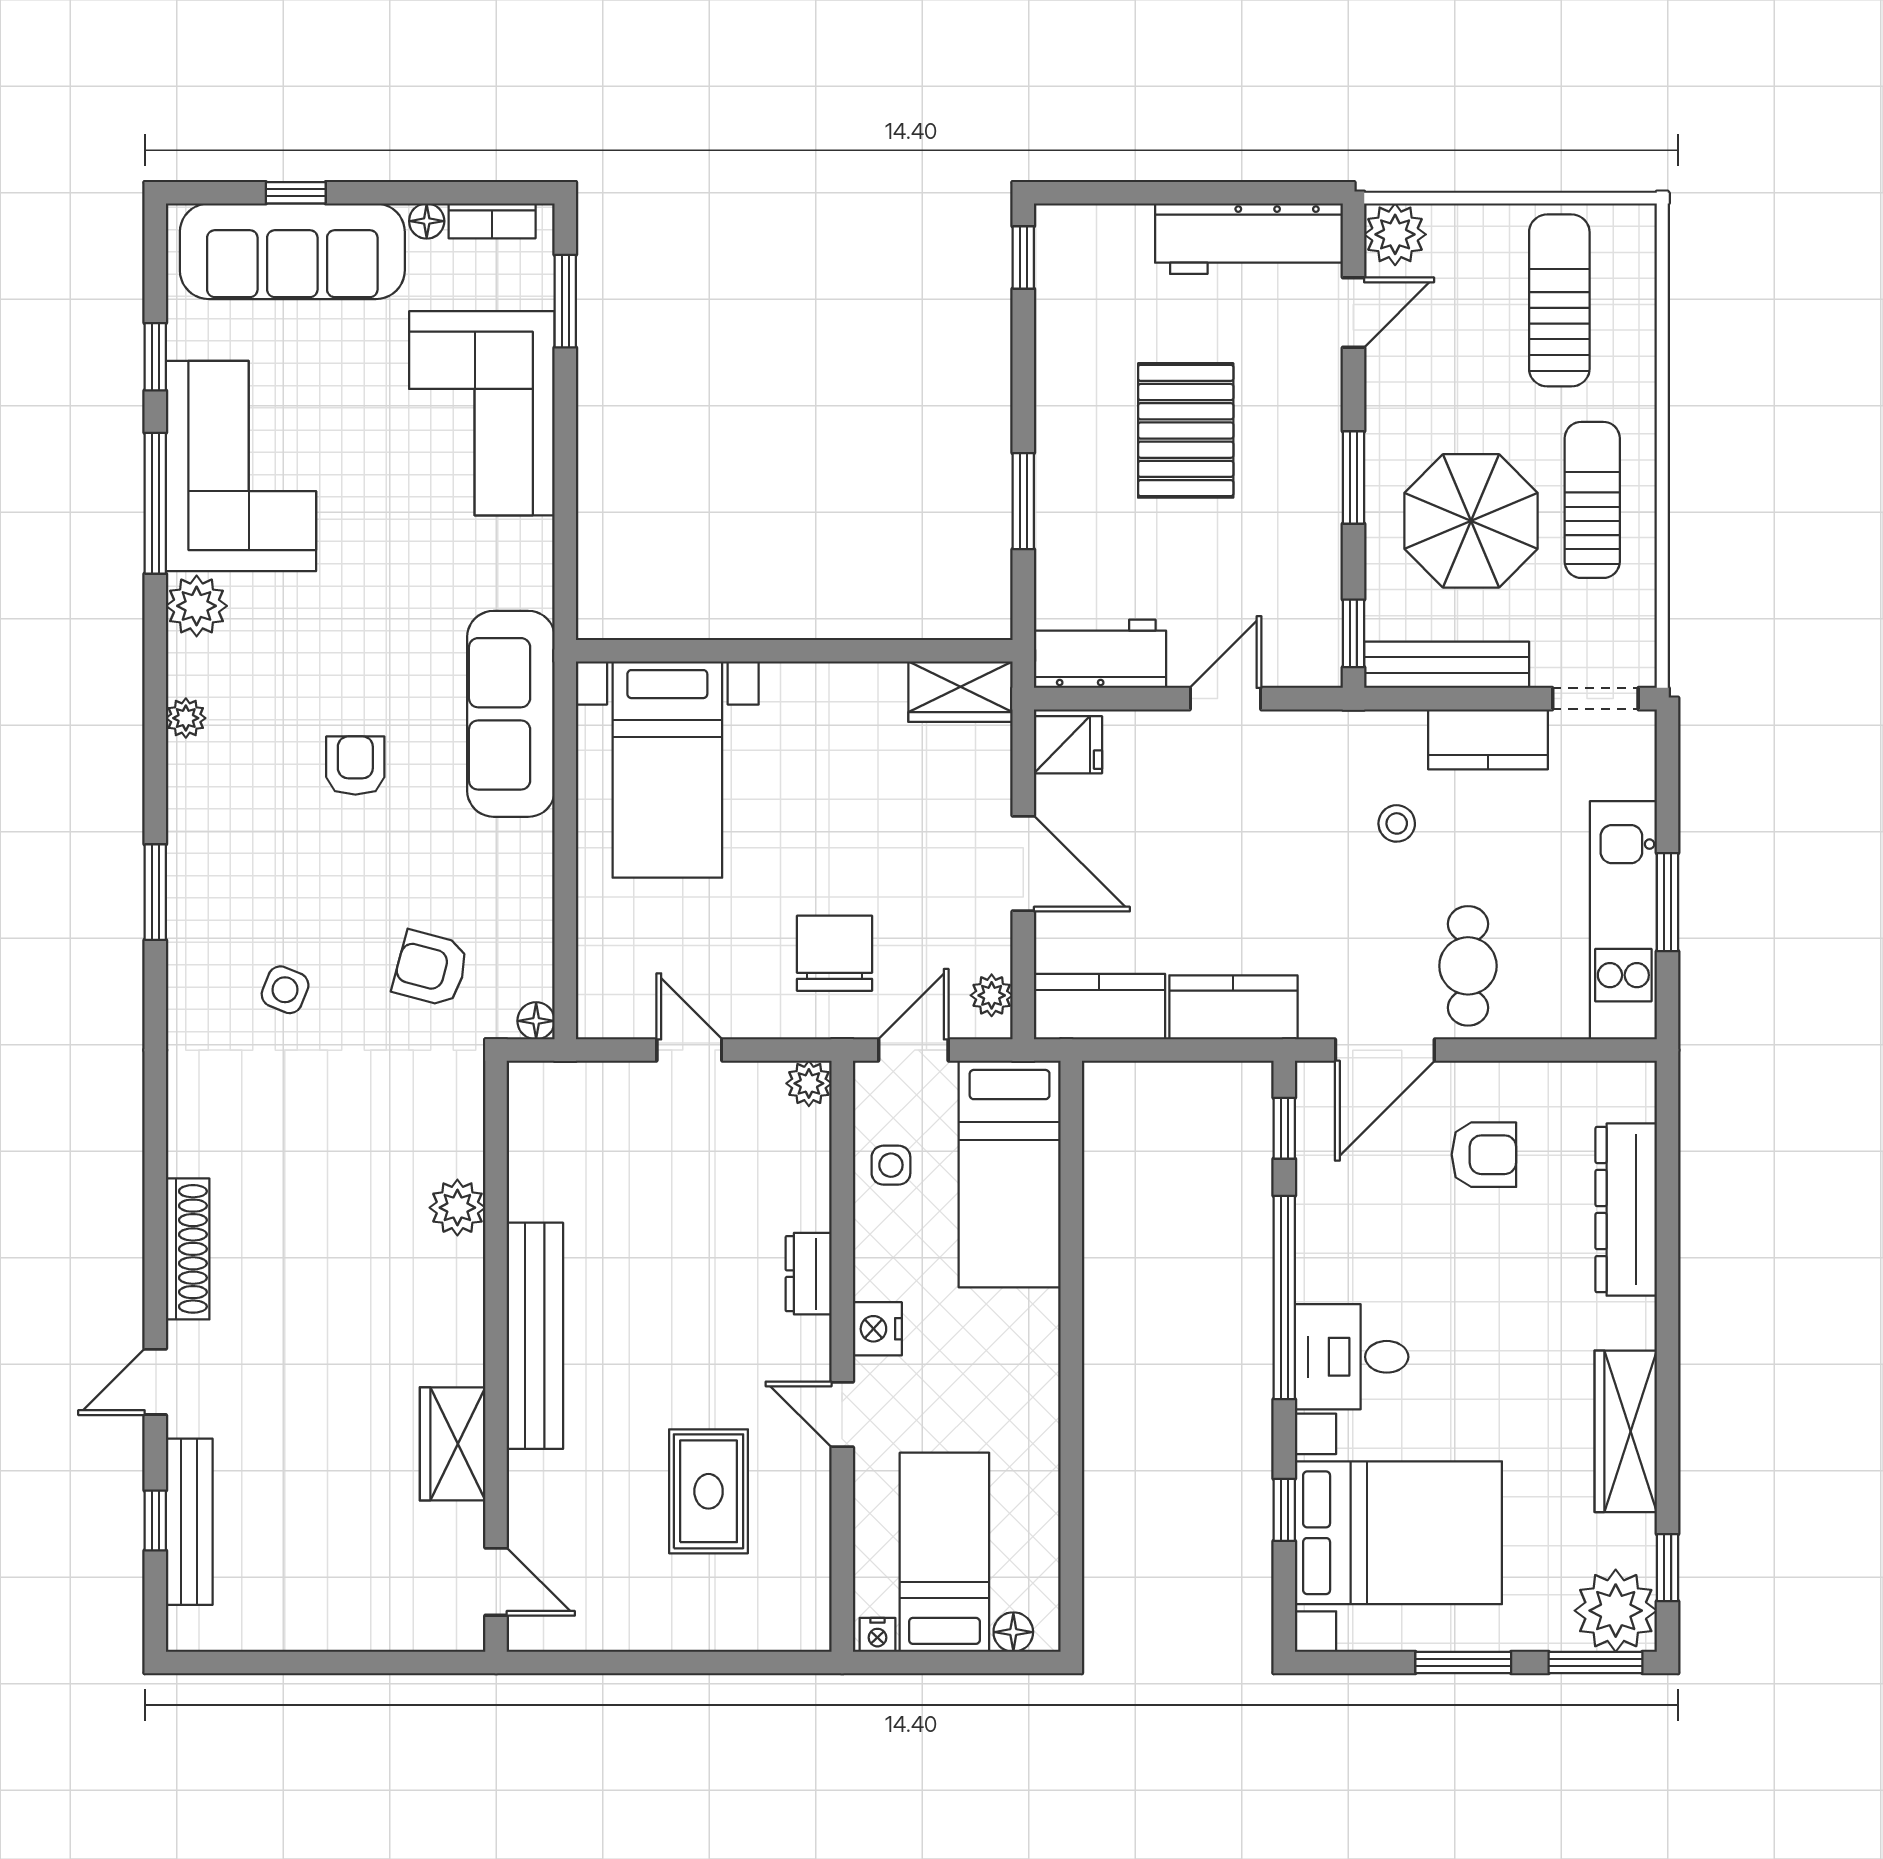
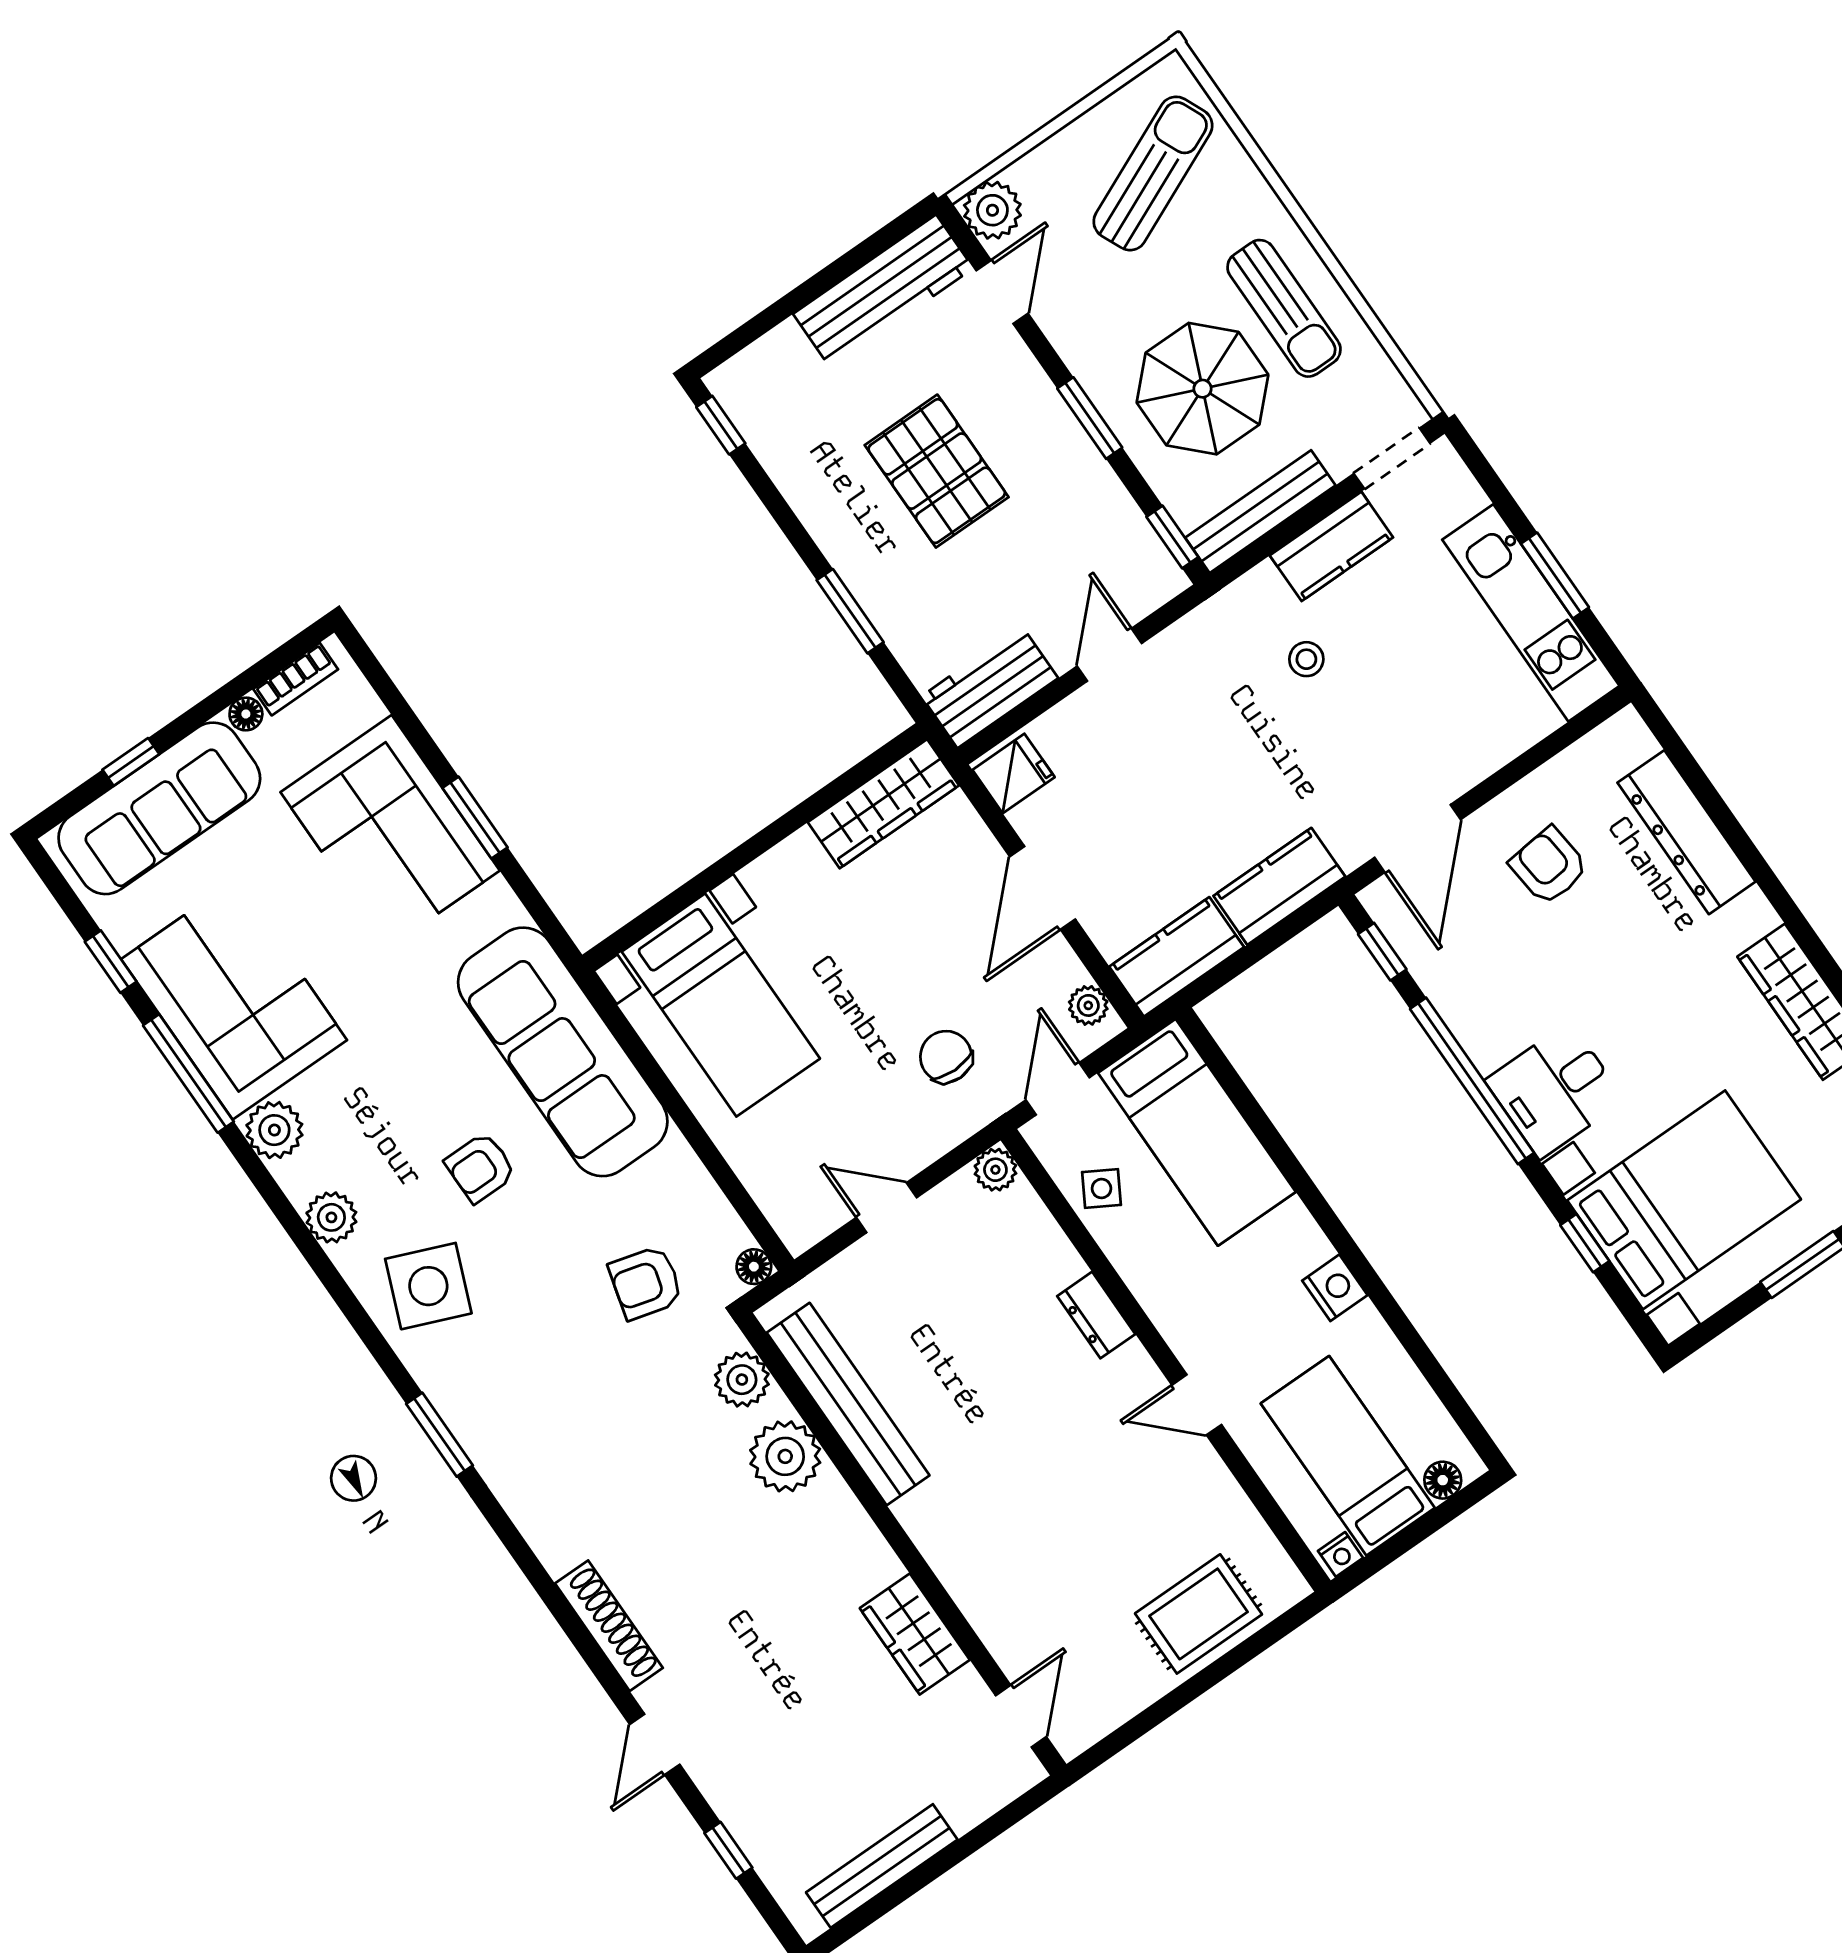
sun lounger: (1559, 300) -> (1153, 173), turned 66
window: (565, 301) -> (475, 818), moved
sun lounger: (1592, 500) -> (1284, 308), turned 180
wardrobe: (960, 692) -> (883, 804), width x1.50
sofa: (511, 714) -> (563, 1052), width x1.36, depth x1.27
plant: (186, 718) -> (331, 1217), width x1.38, depth x1.38
armchair: (355, 766) -> (480, 1168), turned -90
door: (1023, 864) -> (1042, 888), swing flipped
window: (155, 892) -> (439, 1435), moved
chair: (835, 953) -> (946, 1057), width x0.73, depth x0.73
cafe table: (1468, 966) -> (1436, 730), removed
side table: (285, 990) -> (428, 1286), moved, width x1.87, depth x1.87
plant: (456, 1113) -> (742, 1380), added
armchair: (1484, 1155) -> (1549, 866), turned -96
side table: (891, 1165) -> (1101, 1189), turned 30
plant: (457, 1208) -> (785, 1456), width x1.36, depth x1.36
nightstand: (877, 1329) -> (1335, 1288), moved, turned 180
bench: (535, 1336) -> (848, 1404), moved
rug: (709, 1491) -> (1199, 1614), moved, turned 90
bench: (189, 1522) -> (882, 1866), moved, turned 90
door: (496, 1582) -> (1021, 1716), hinge flipped

